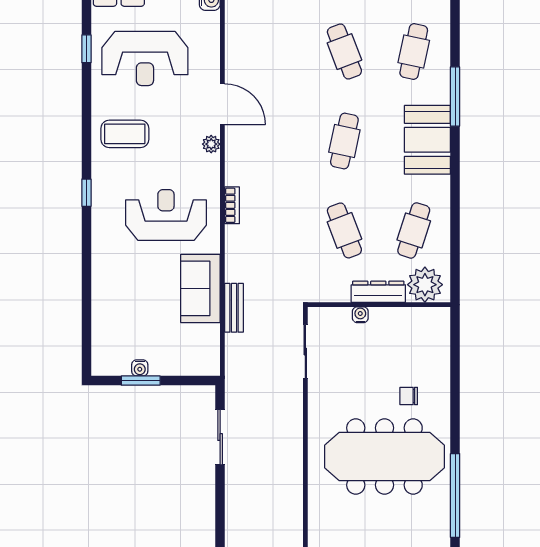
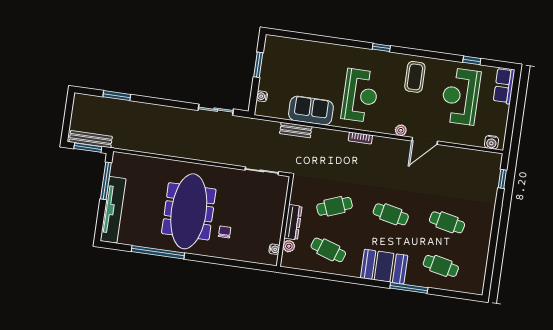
cafe table: (344, 52) -> (447, 222), turned 33
plant: (425, 285) -> (289, 246), width x0.53, depth x0.53
water cooler: (360, 315) -> (274, 249), moved
water cooler: (140, 368) -> (262, 96), moved

